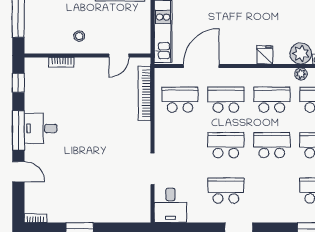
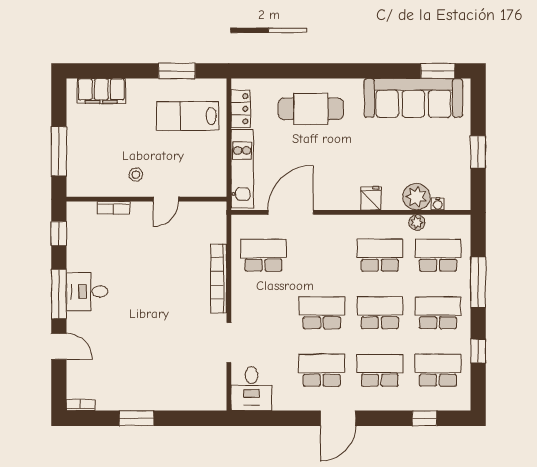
door: (119, 56) -> (166, 199), moved
bookcase: (144, 93) -> (219, 278), moved
school desk: (226, 100) -> (380, 370), moved

